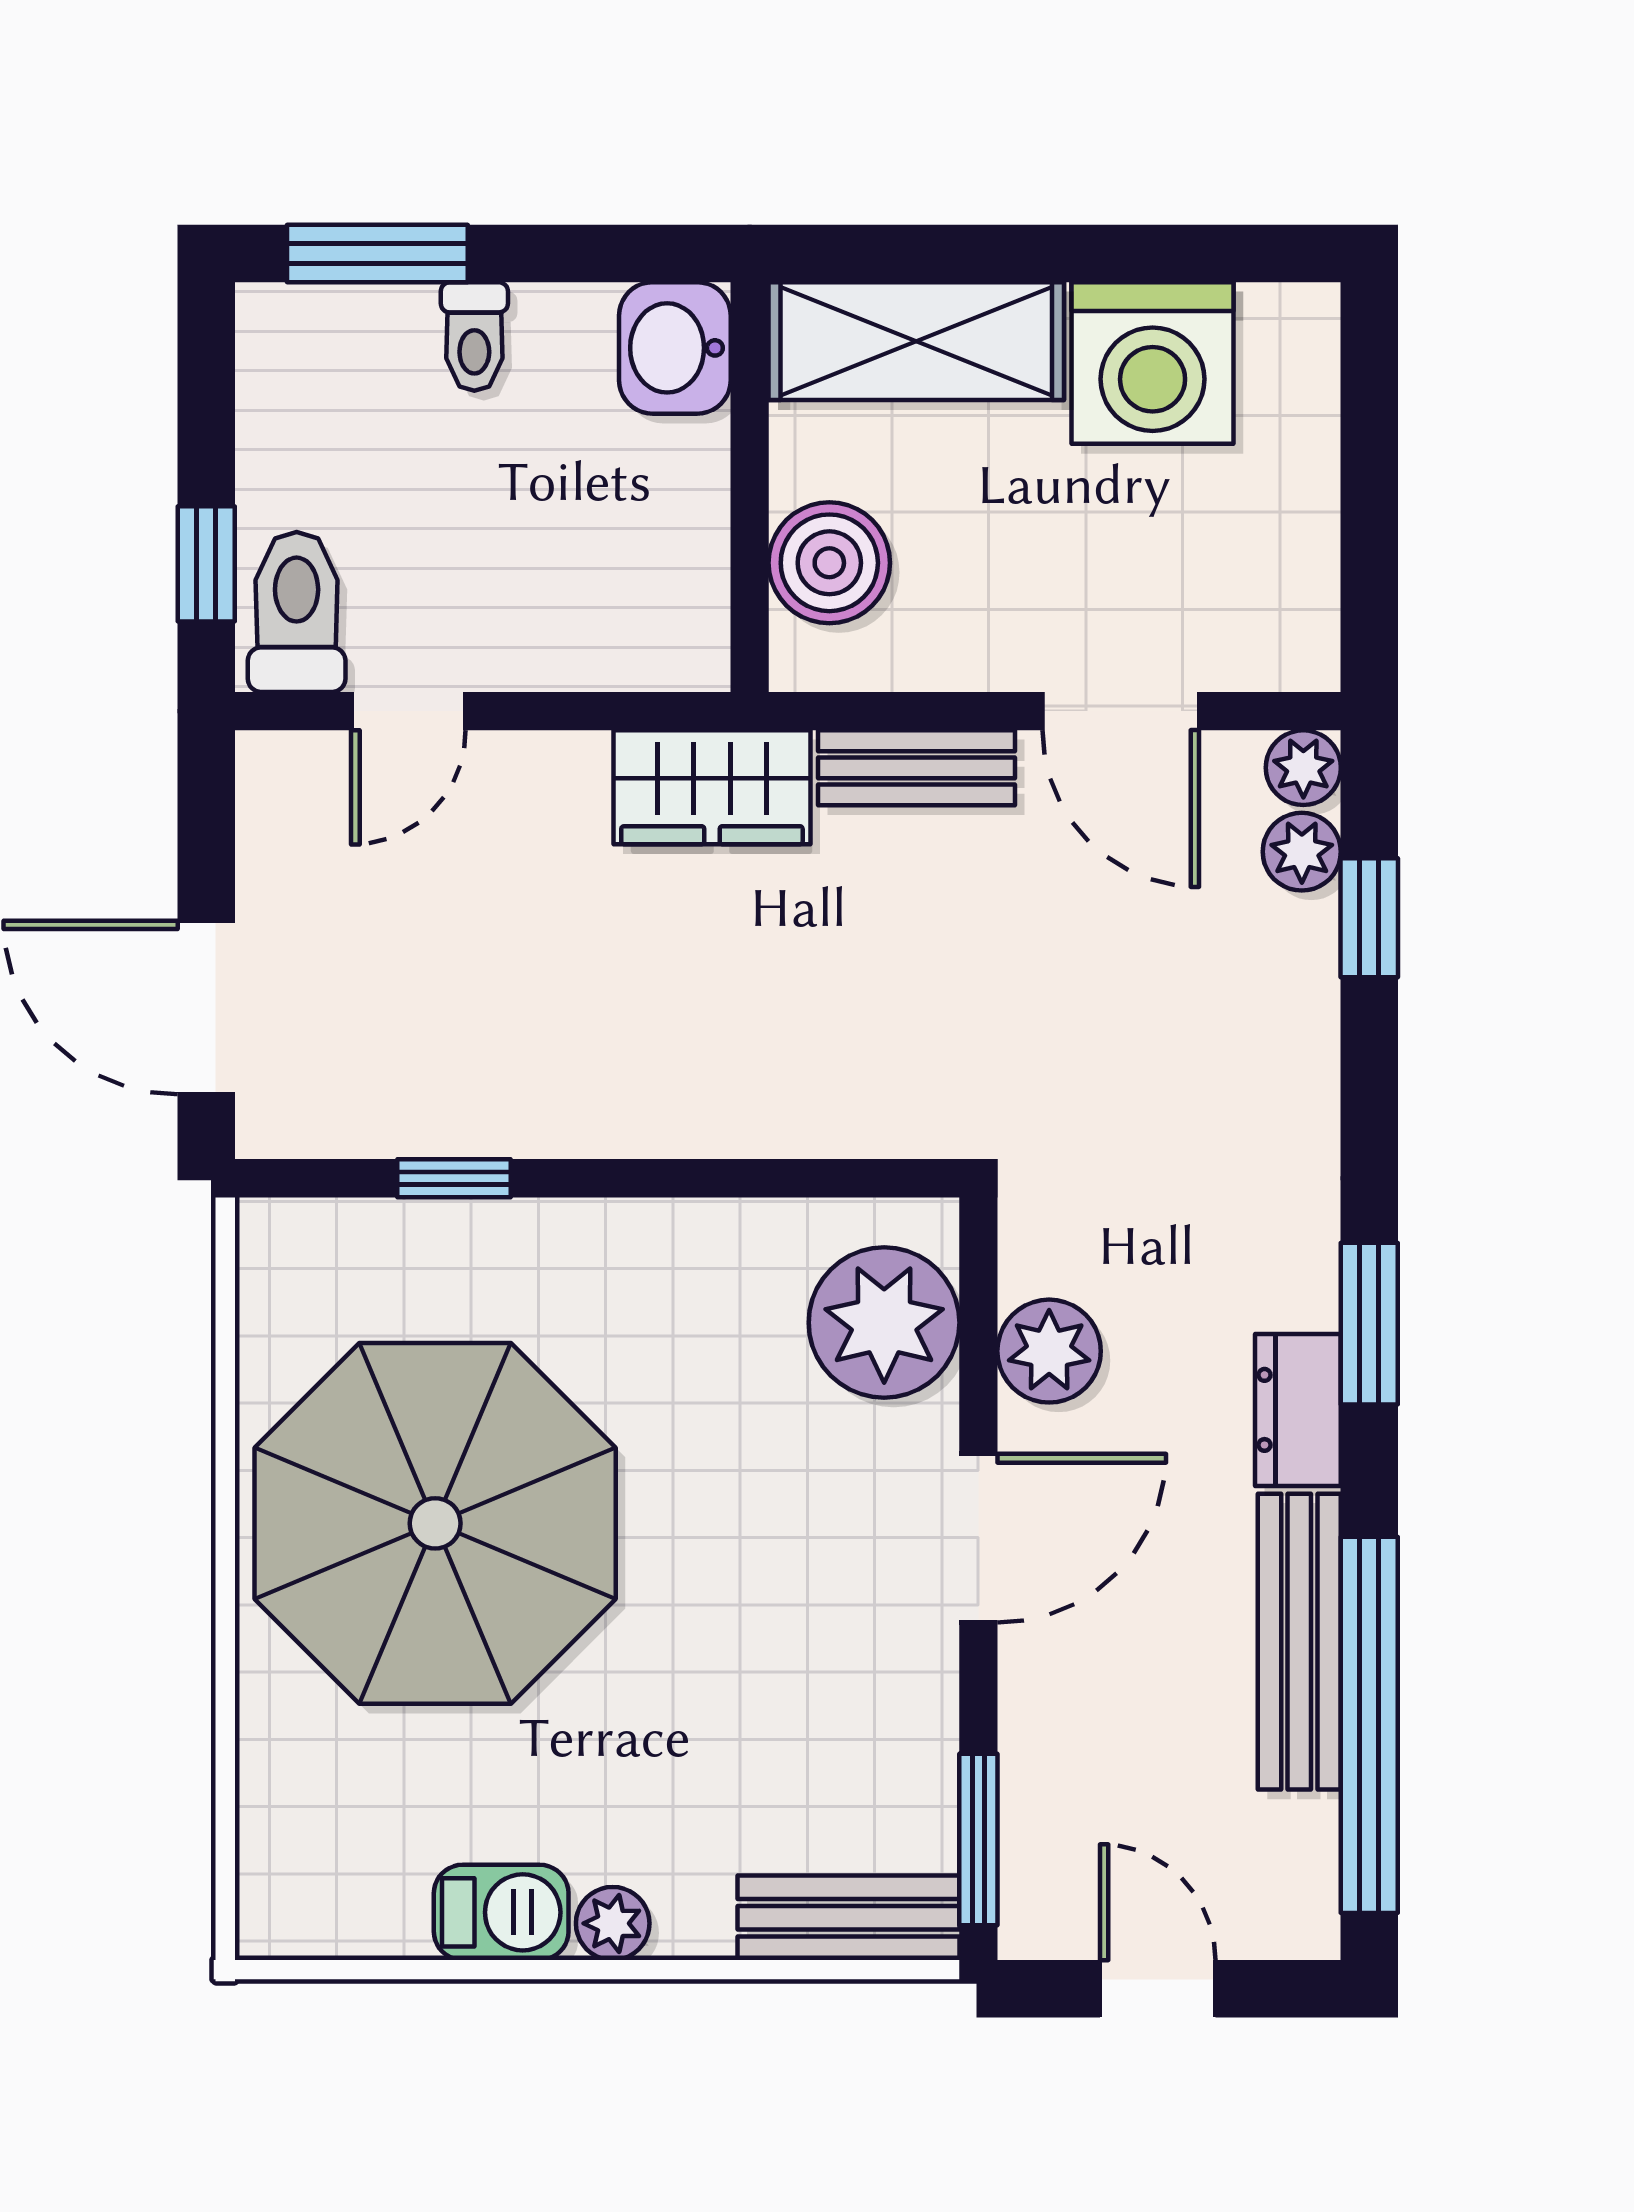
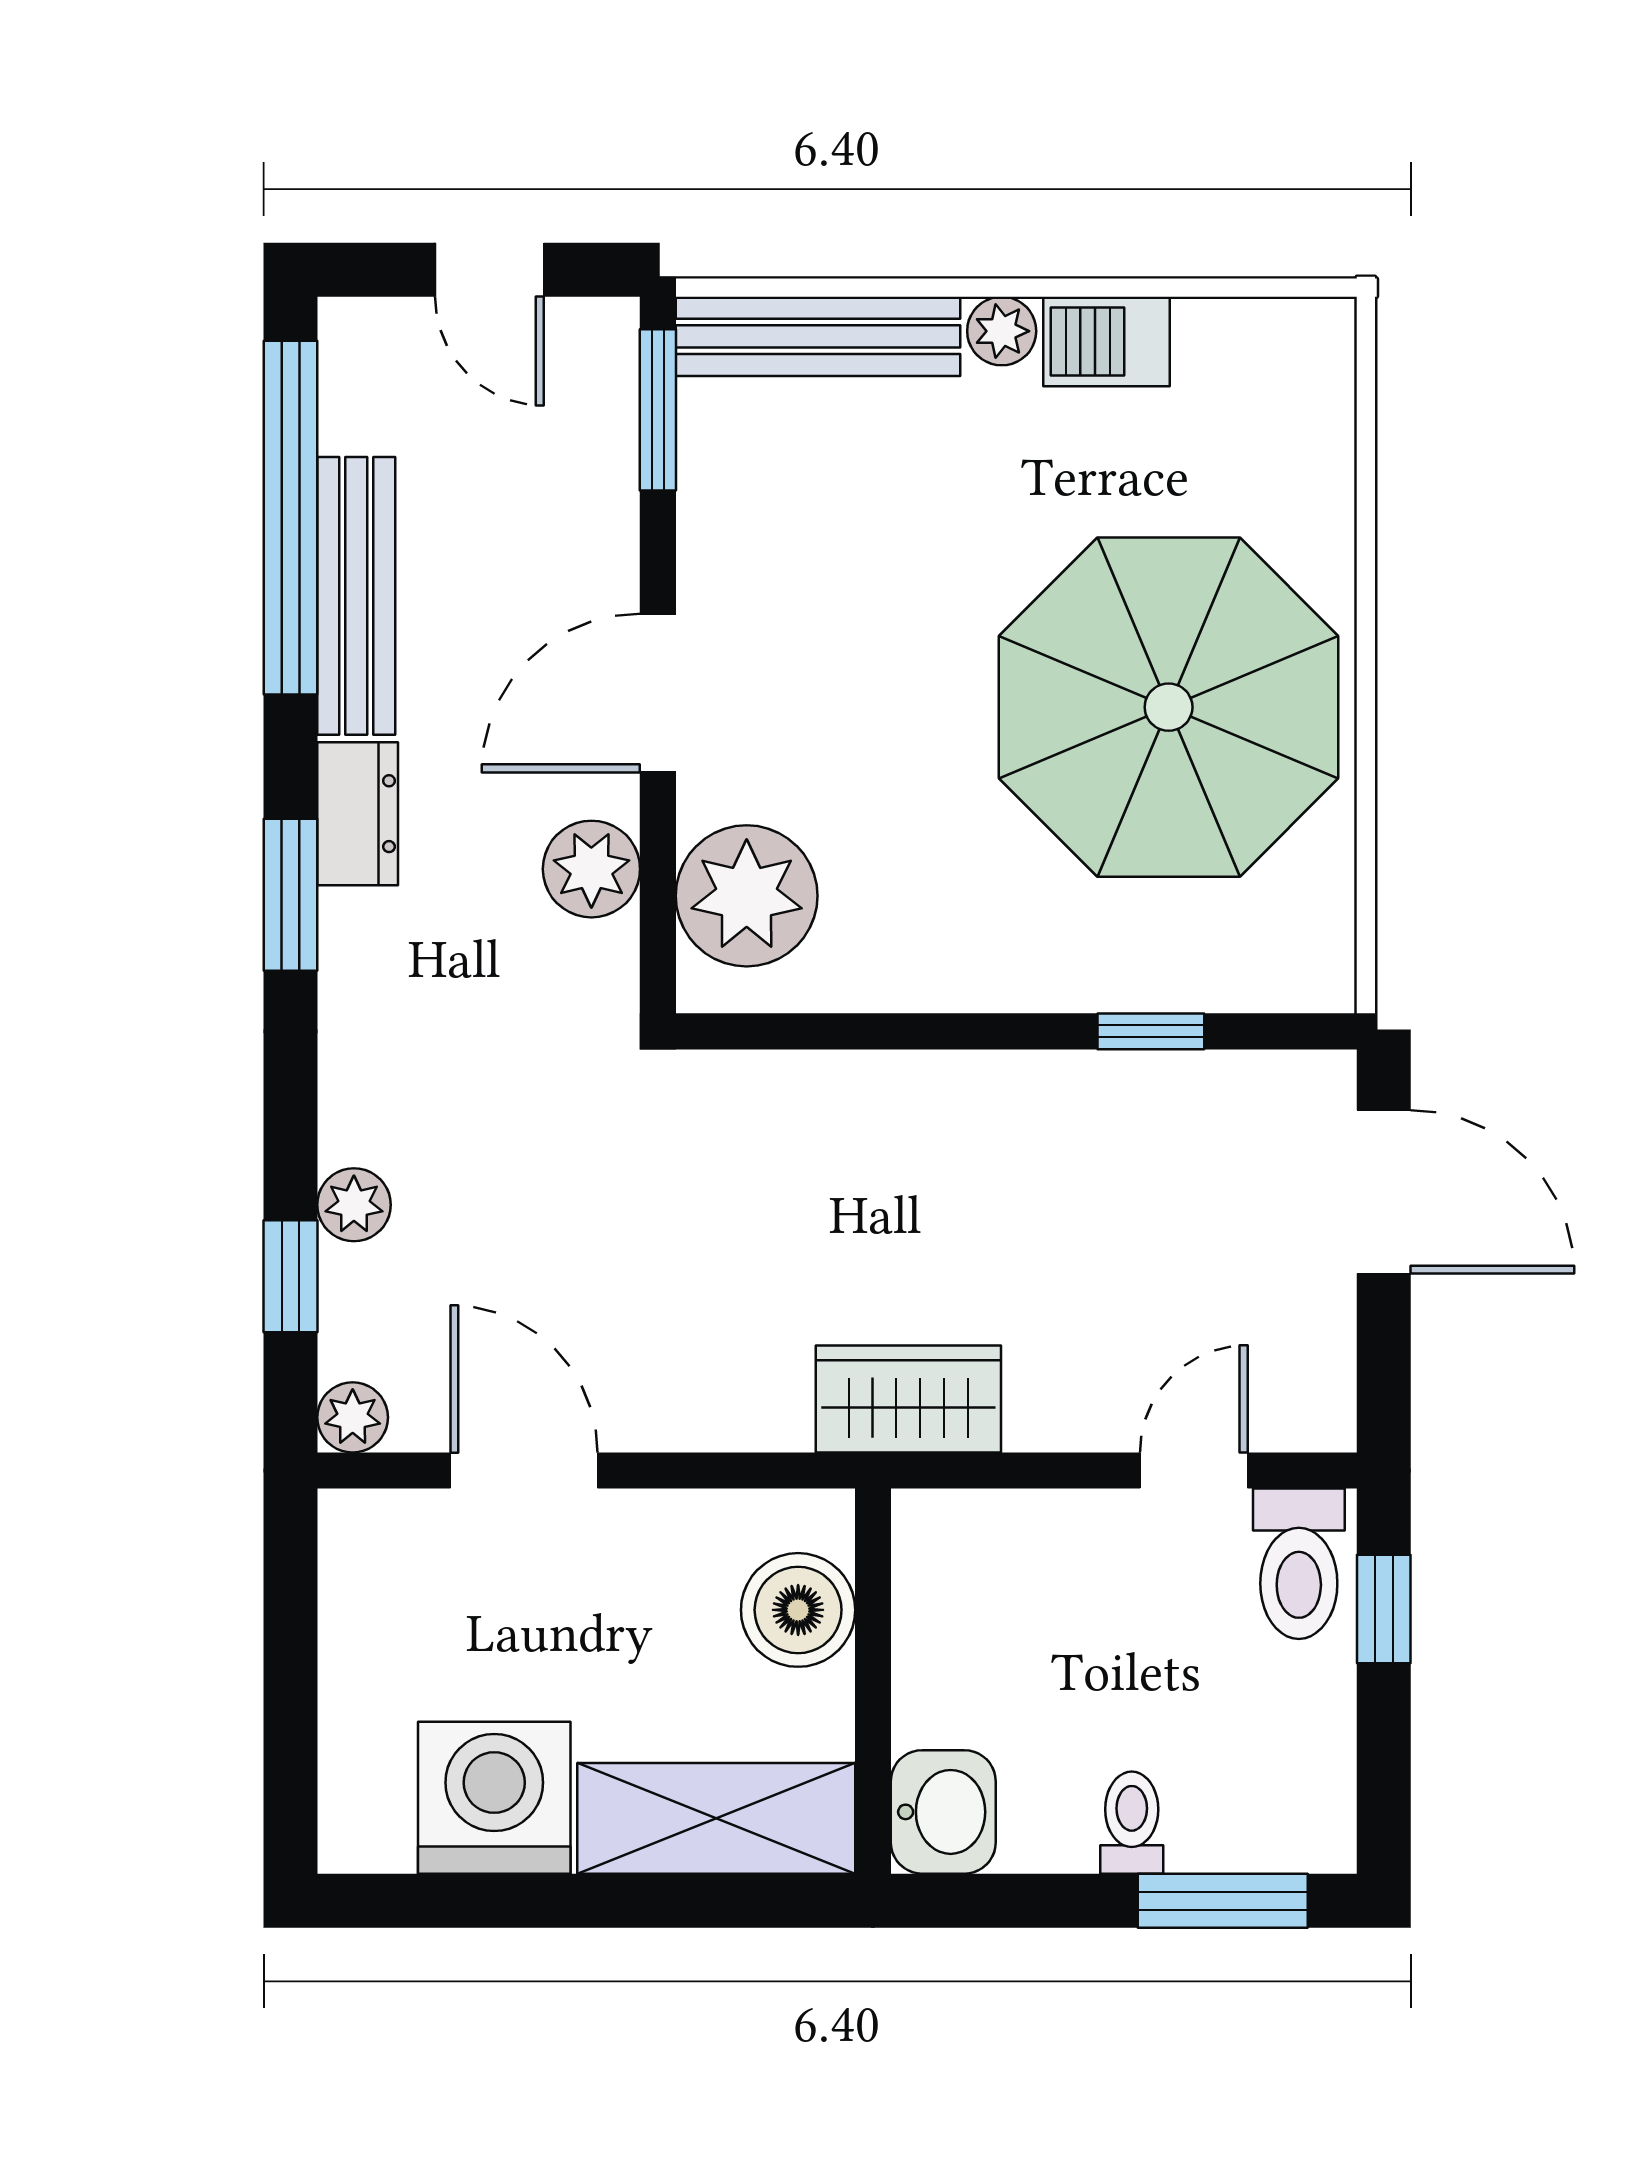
bench: (916, 768) -> (716, 1417), removed
plant: (1302, 852) -> (354, 1205), moved
bench: (848, 1918) -> (818, 336), width x1.36

